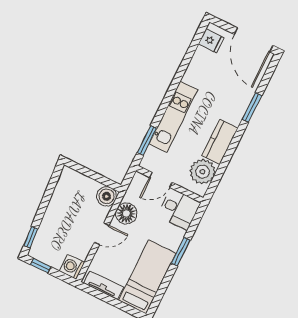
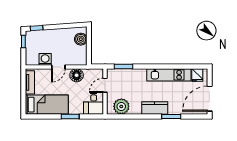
kitchen unit: (173, 117) -> (169, 75), moved
kitchen counter: (220, 142) -> (155, 108), moved
door: (161, 180) -> (105, 85), hinge flipped
boiler: (107, 196) -> (81, 39), moved
door: (102, 234) -> (58, 67), hinge flipped
washing machine: (72, 267) -> (45, 59), moved

